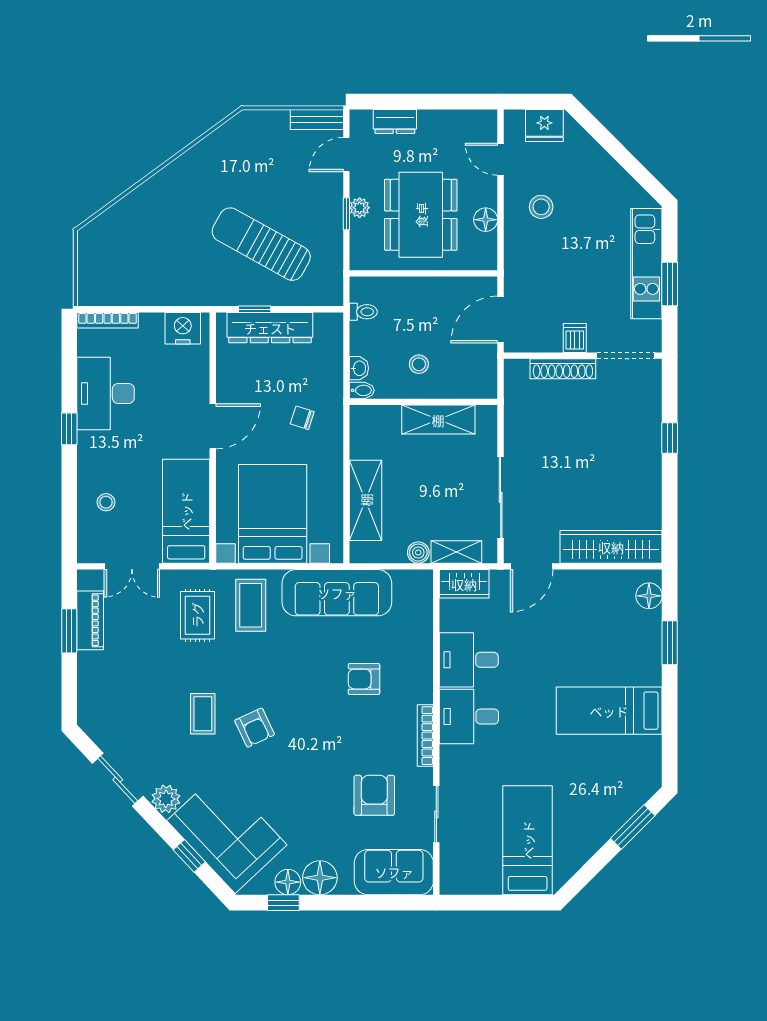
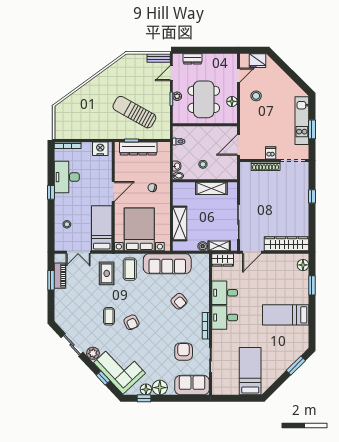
door: (501, 159) -> (238, 75), swing flipped
armchair: (364, 679) -> (179, 301), turned -131

